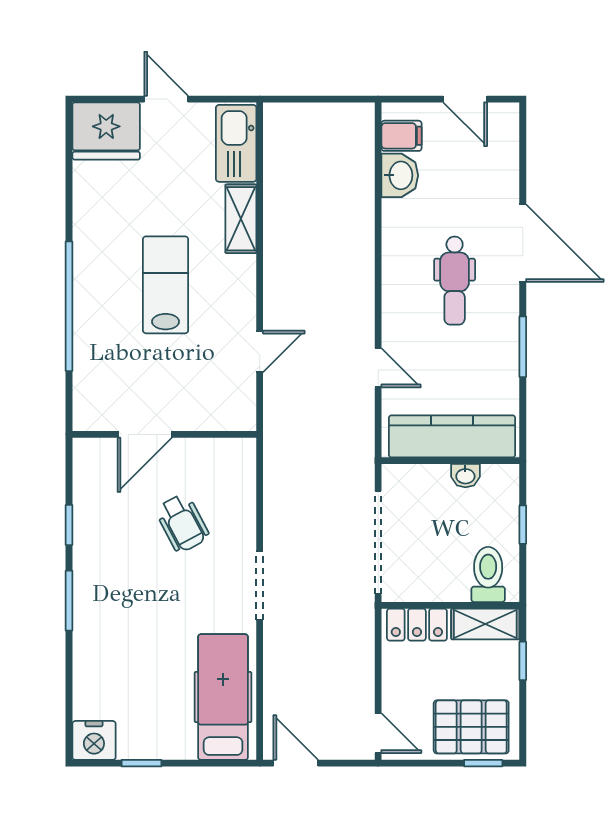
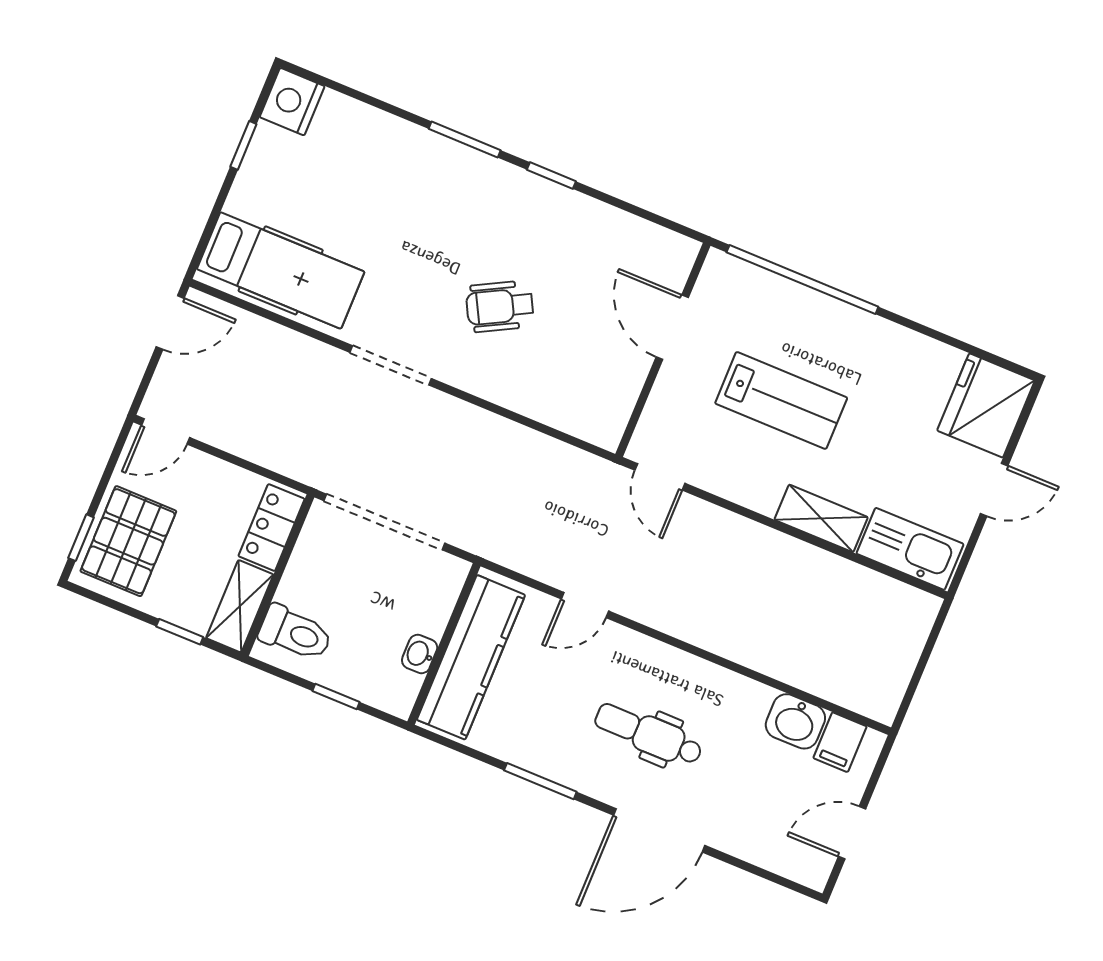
door: (145, 434) -> (672, 327), moved
wall: (164, 434) -> (663, 350), moved

